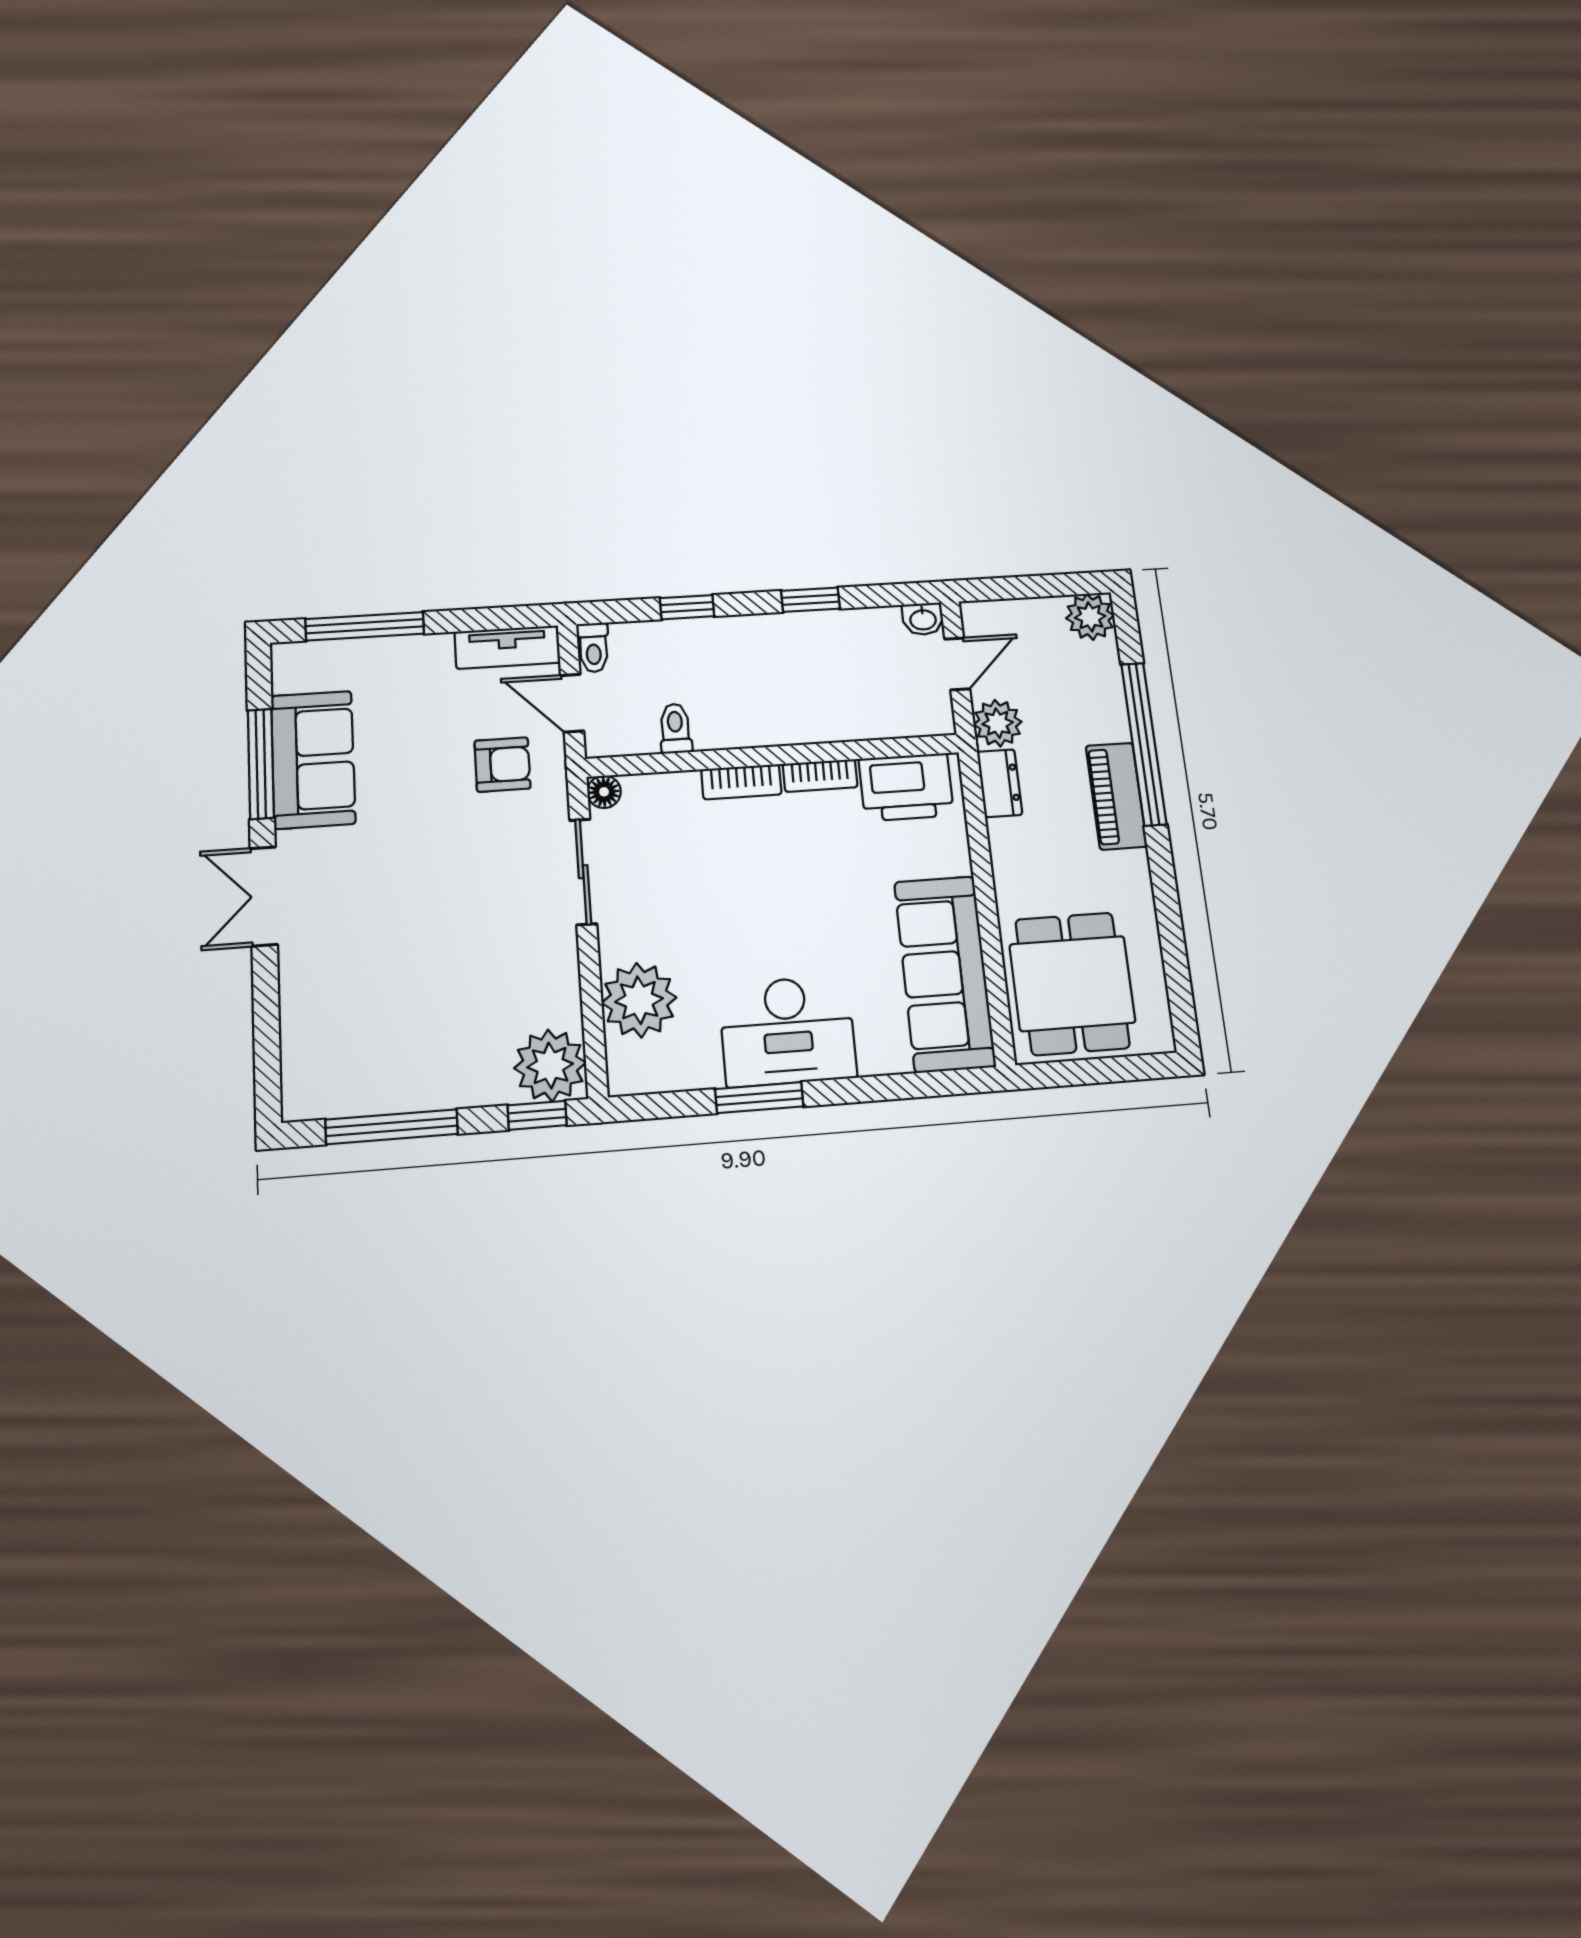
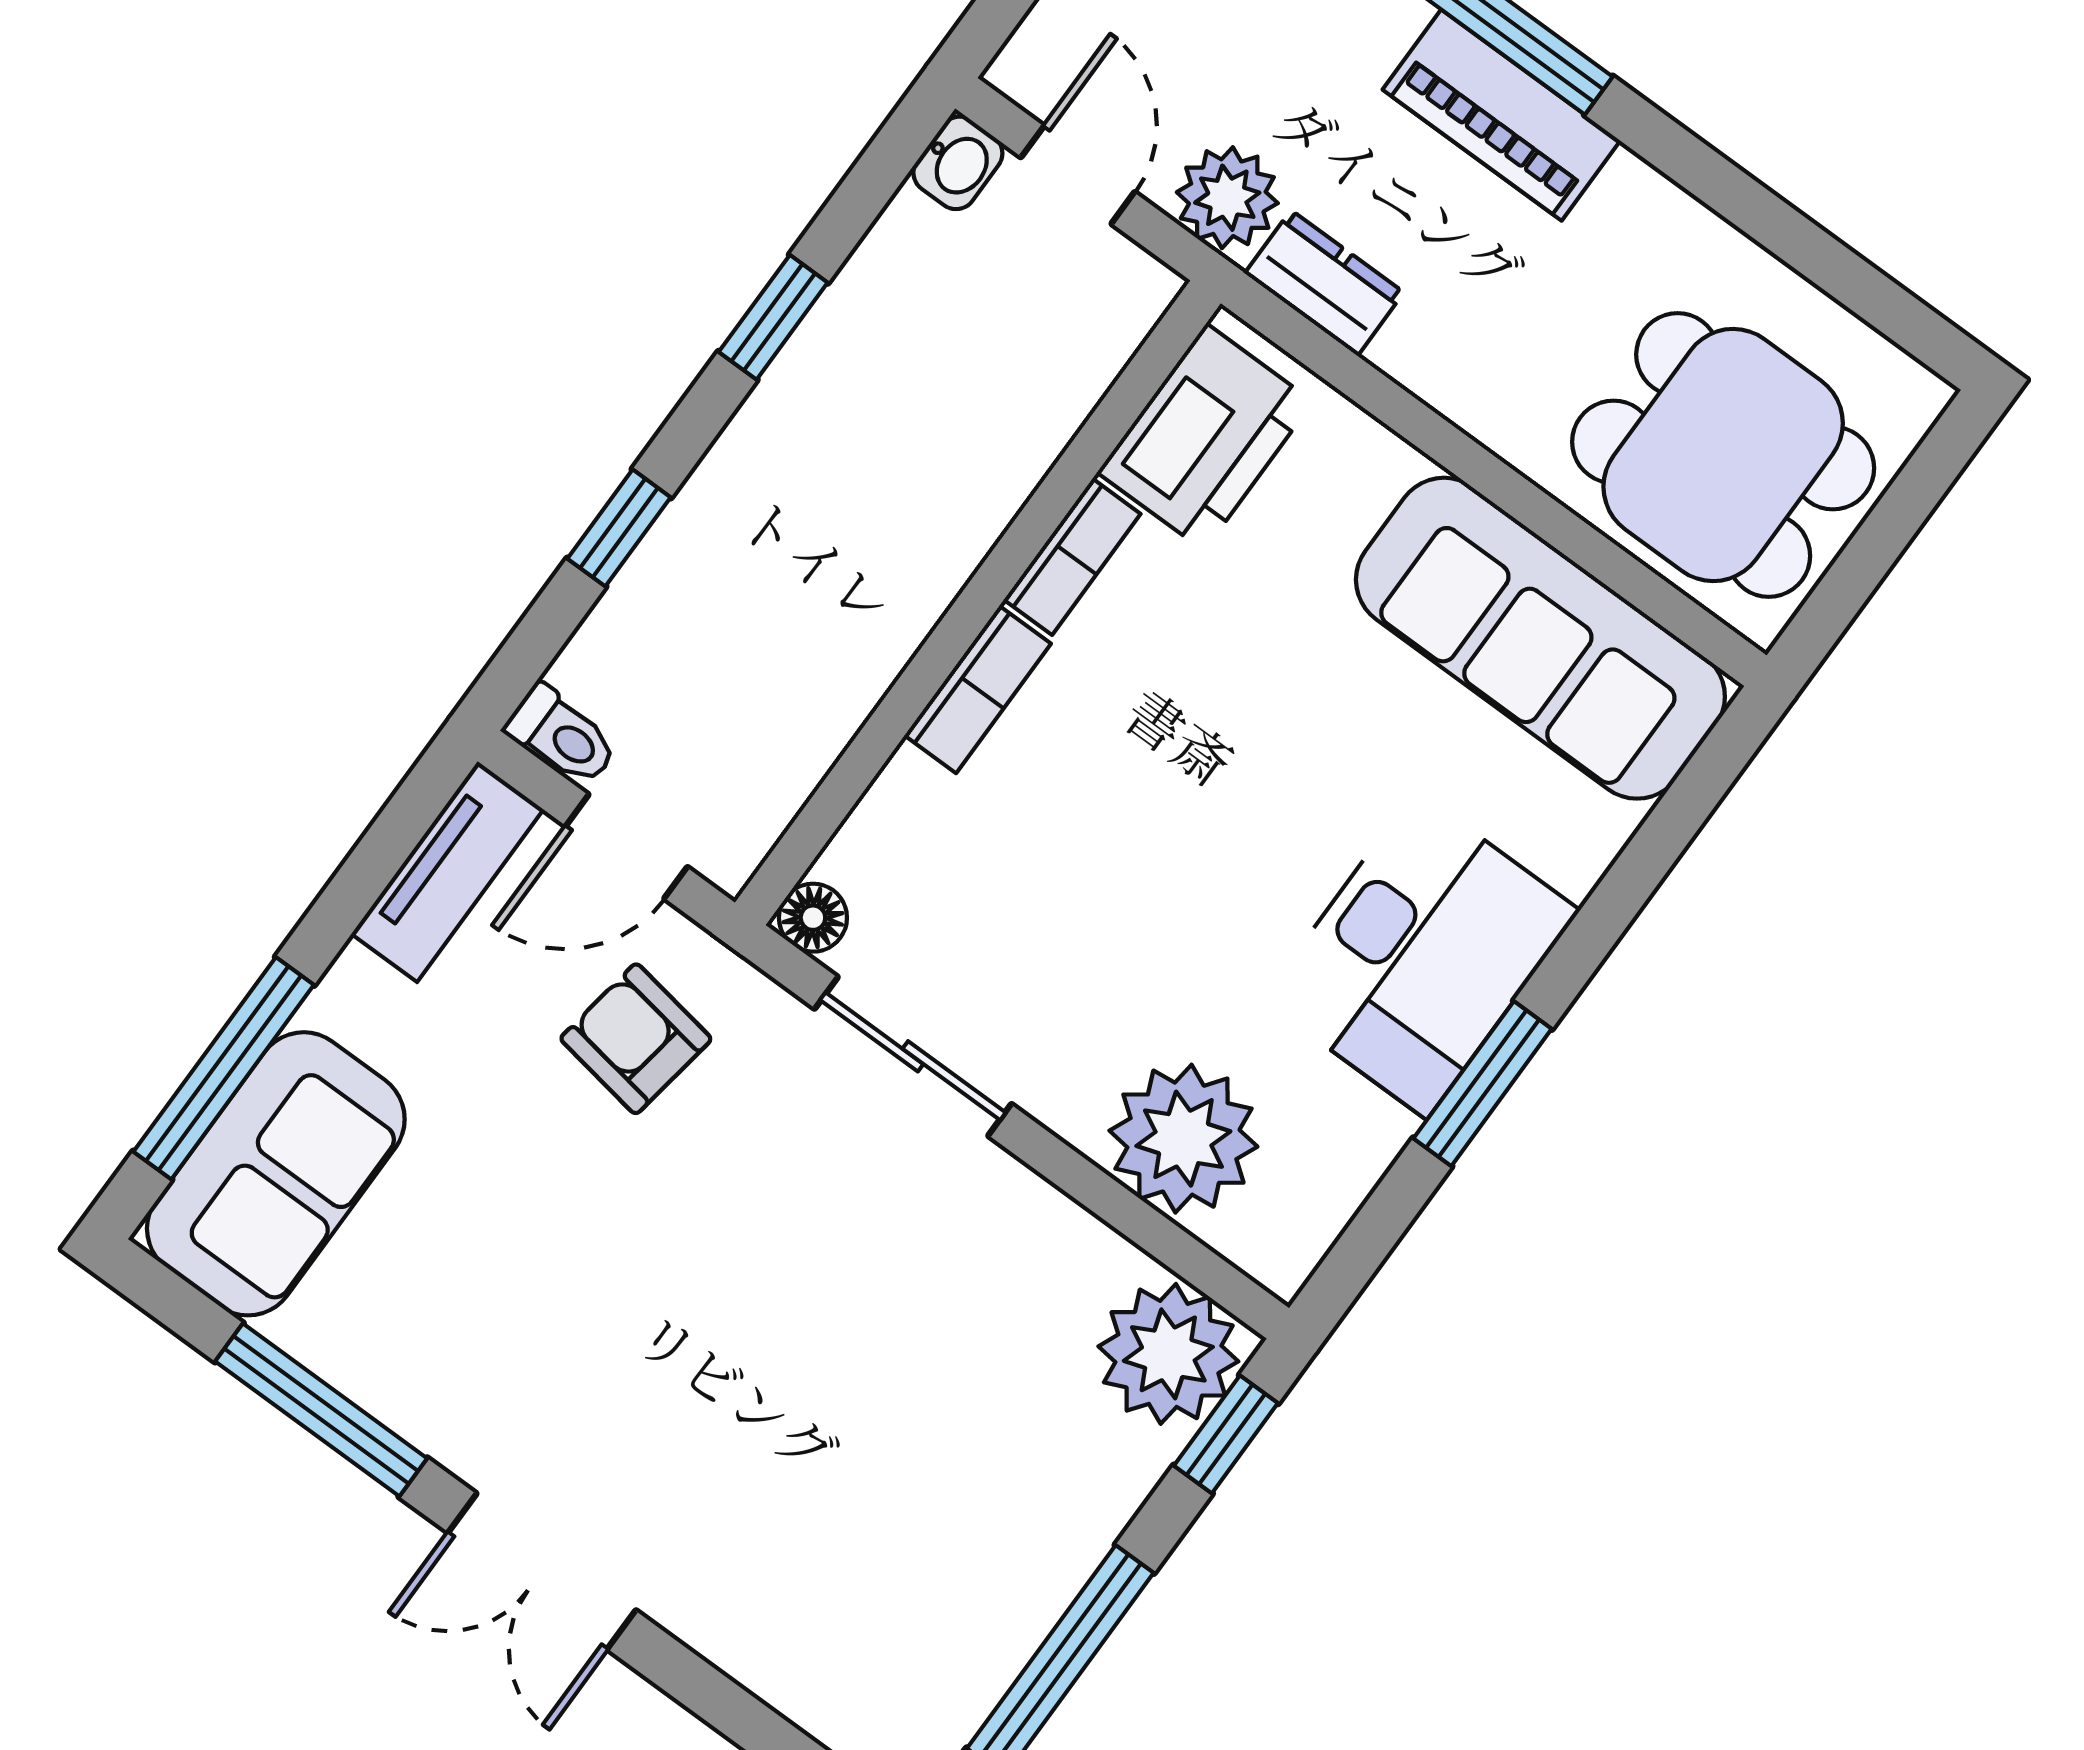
toilet: (675, 729) -> (805, 719), removed
sofa: (313, 760) -> (276, 1174), moved, turned 90
armchair: (502, 765) -> (636, 1039), turned -81

